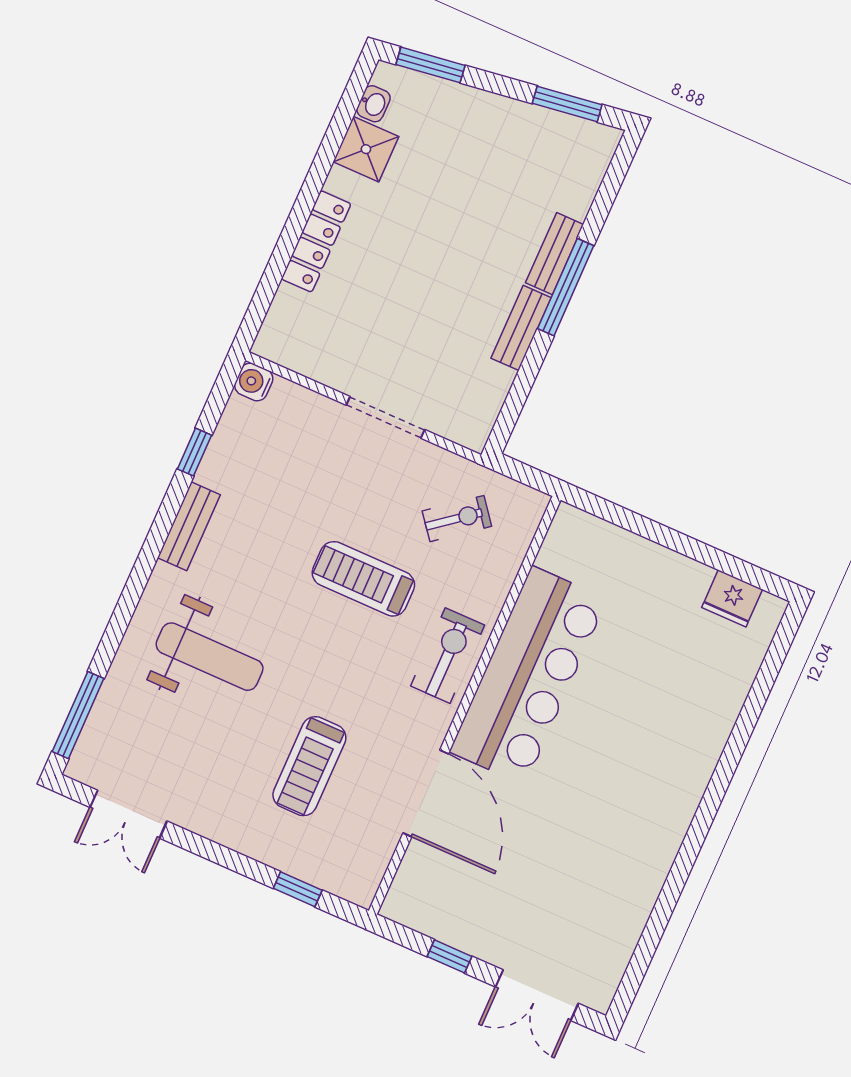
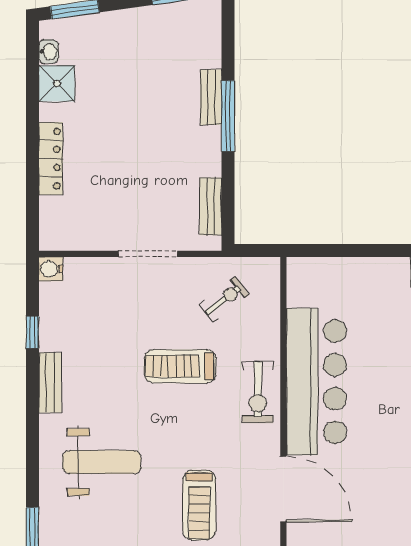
bench: (521, 328) -> (211, 206), moved
exercise bike: (448, 656) -> (258, 392), turned 180

